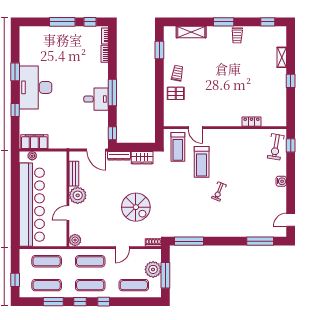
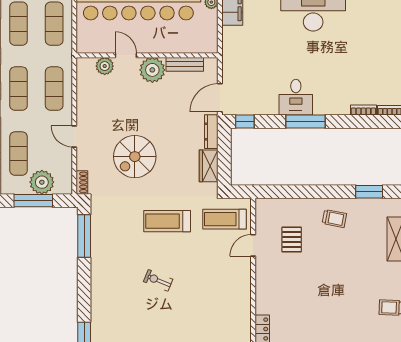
pallet: (176, 93) -> (292, 239), moved
treadmill: (202, 162) -> (167, 221), moved
plant: (75, 240) -> (105, 66), moved

